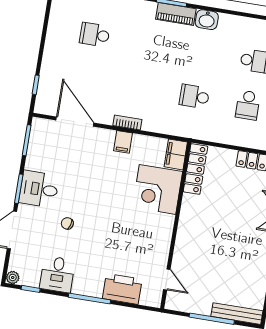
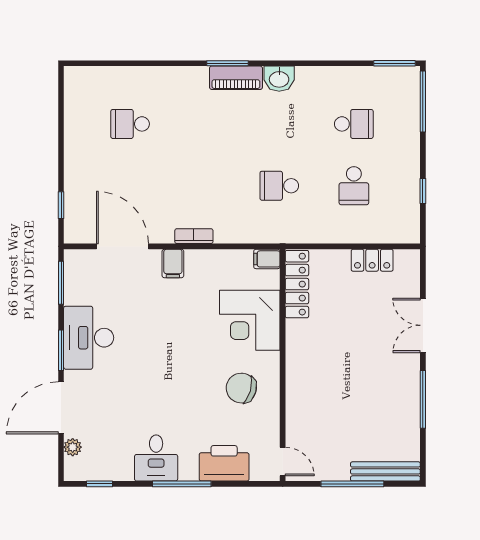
filing cabinet: (123, 142) -> (173, 263), moved
filing cabinet: (176, 154) -> (267, 259), width x0.50
desk: (39, 189) -> (89, 338), width x1.37
chair: (67, 223) -> (241, 388), moved, width x1.87, depth x1.87
desk: (57, 274) -> (156, 458), moved
plant: (13, 277) -> (73, 447), moved
door: (167, 280) -> (283, 462), moved

